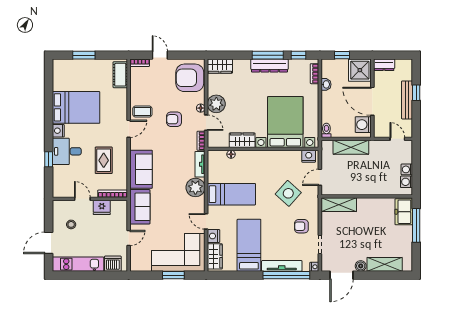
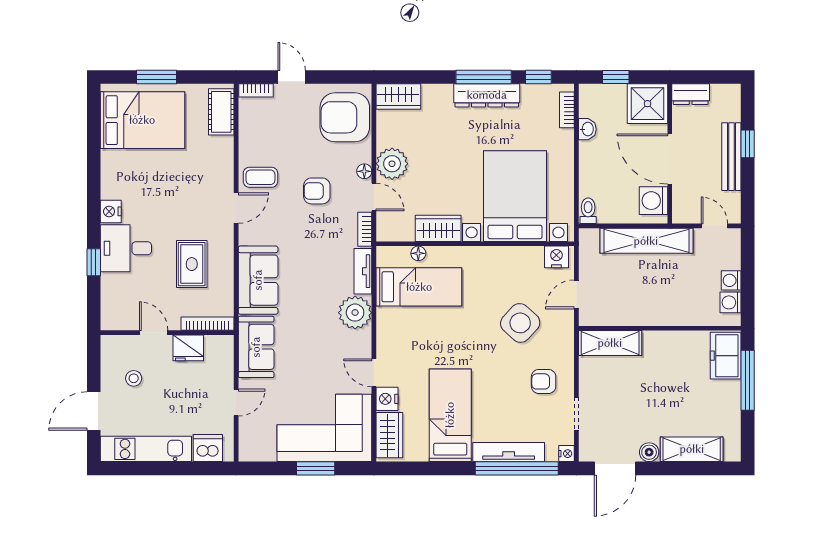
bed: (76, 107) -> (142, 120), moved
shelving: (351, 147) -> (646, 241), width x1.47
bed: (231, 194) -> (419, 287), moved

